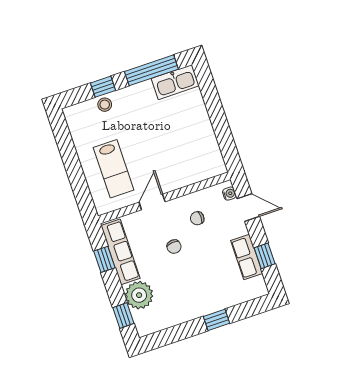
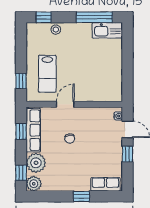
window: (103, 87) -> (44, 17), moved
window: (81, 191) -> (21, 81), added
chair: (197, 218) -> (91, 125), removed
window: (265, 256) -> (127, 154), moved
row of seats: (247, 257) -> (105, 184), moved, turned 90
plant: (146, 325) -> (34, 184), added

